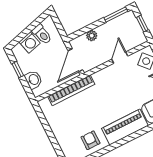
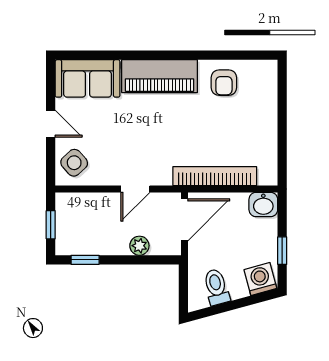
window: (116, 15) -> (85, 260), width x0.67
washing machine: (30, 42) -> (260, 279), moved
door: (120, 58) -> (135, 189), moved
washbasin: (33, 80) -> (263, 205), moved, turned -90

